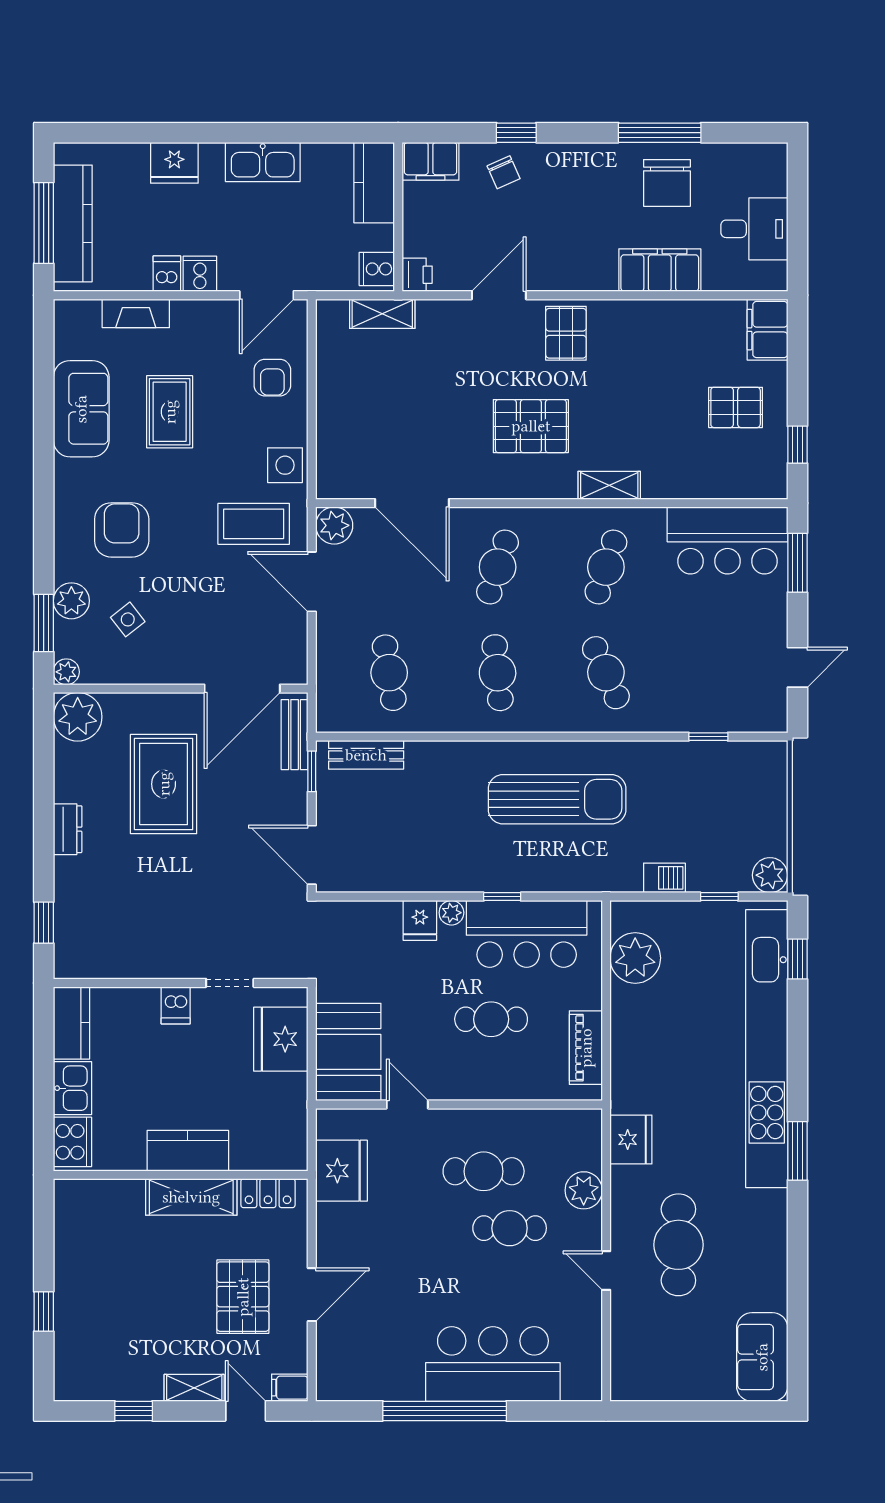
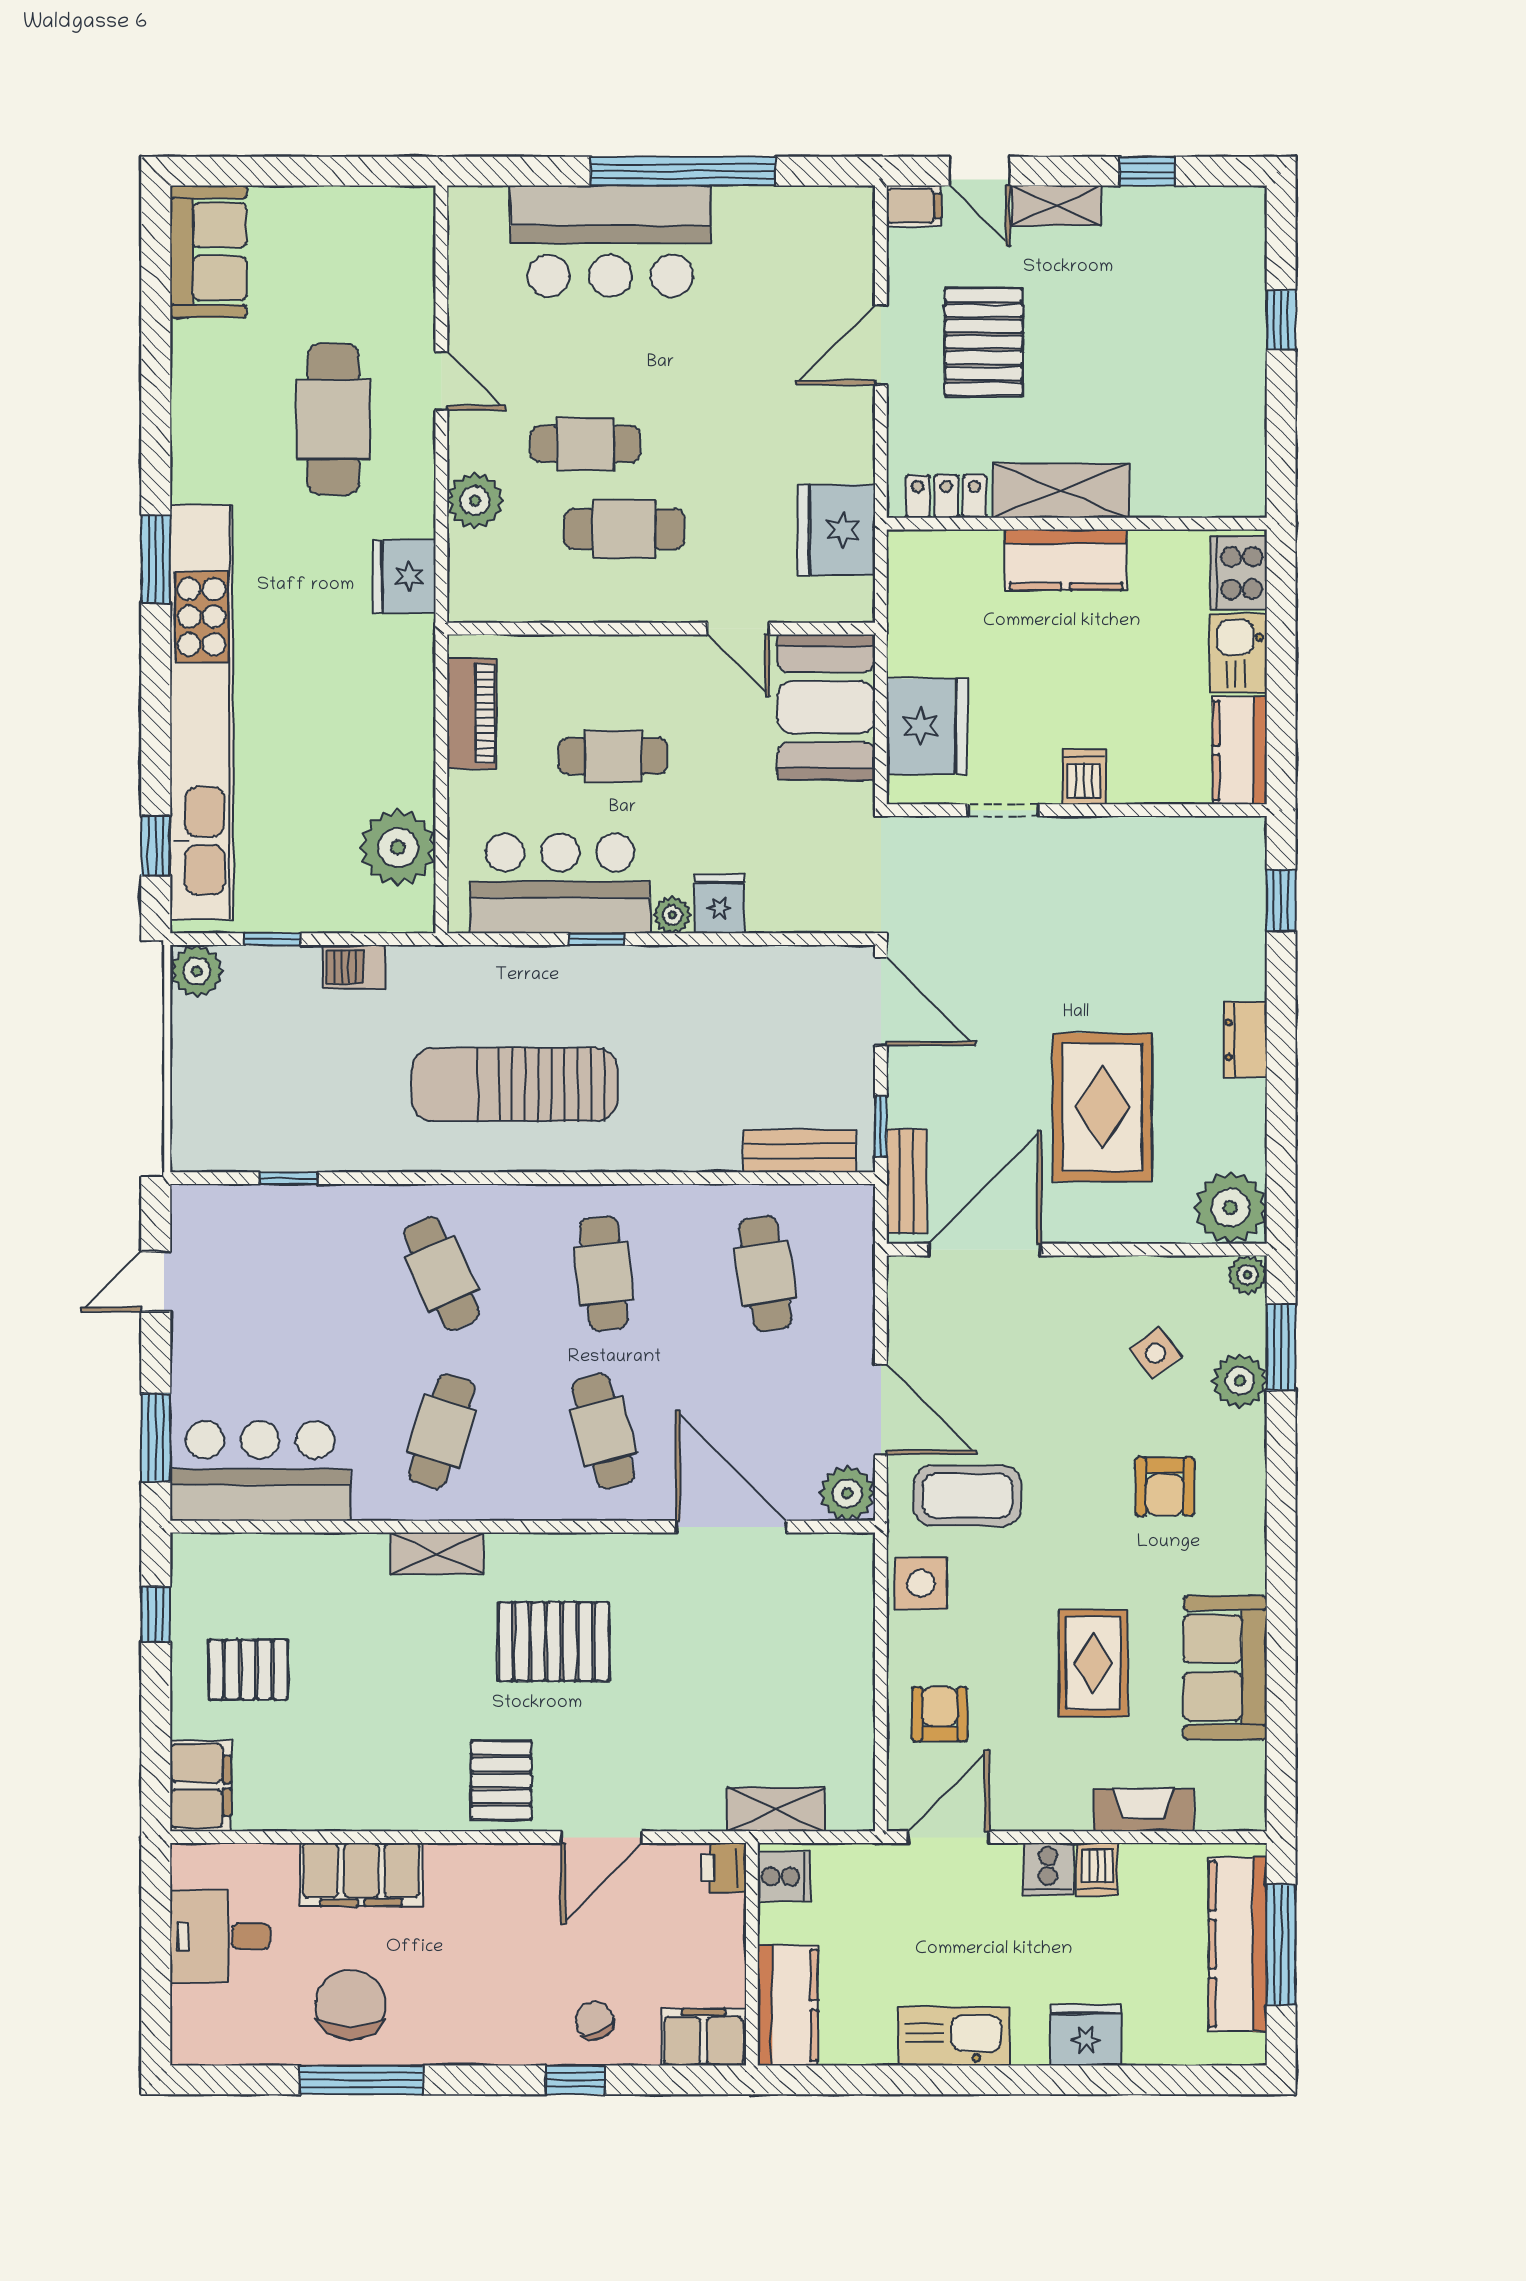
armchair: (122, 530) -> (1165, 1487), width x0.72, depth x0.72
cafe table: (498, 567) -> (603, 1431), turned -33

